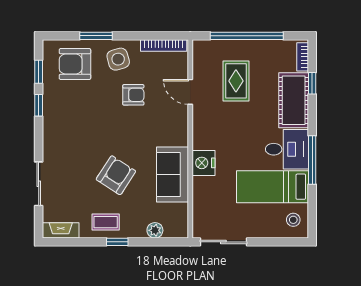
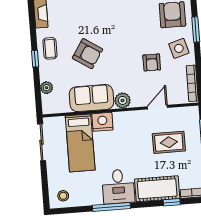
plant: (178, 135) -> (123, 100), added
bed: (272, 187) -> (80, 143), moved, turned 180

